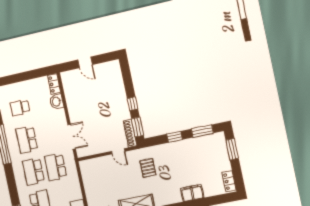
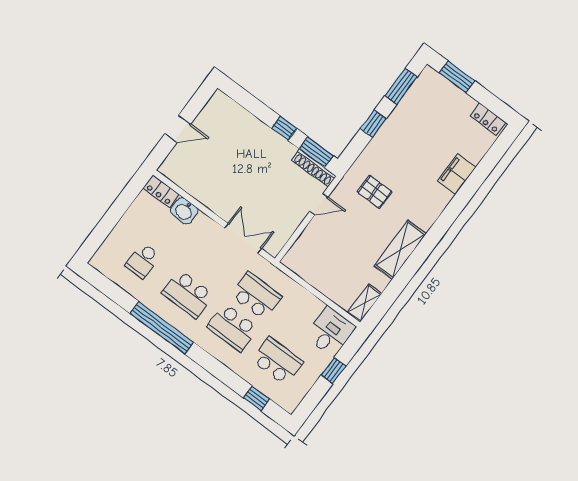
school desk: (56, 167) -> (256, 296), turned 180

